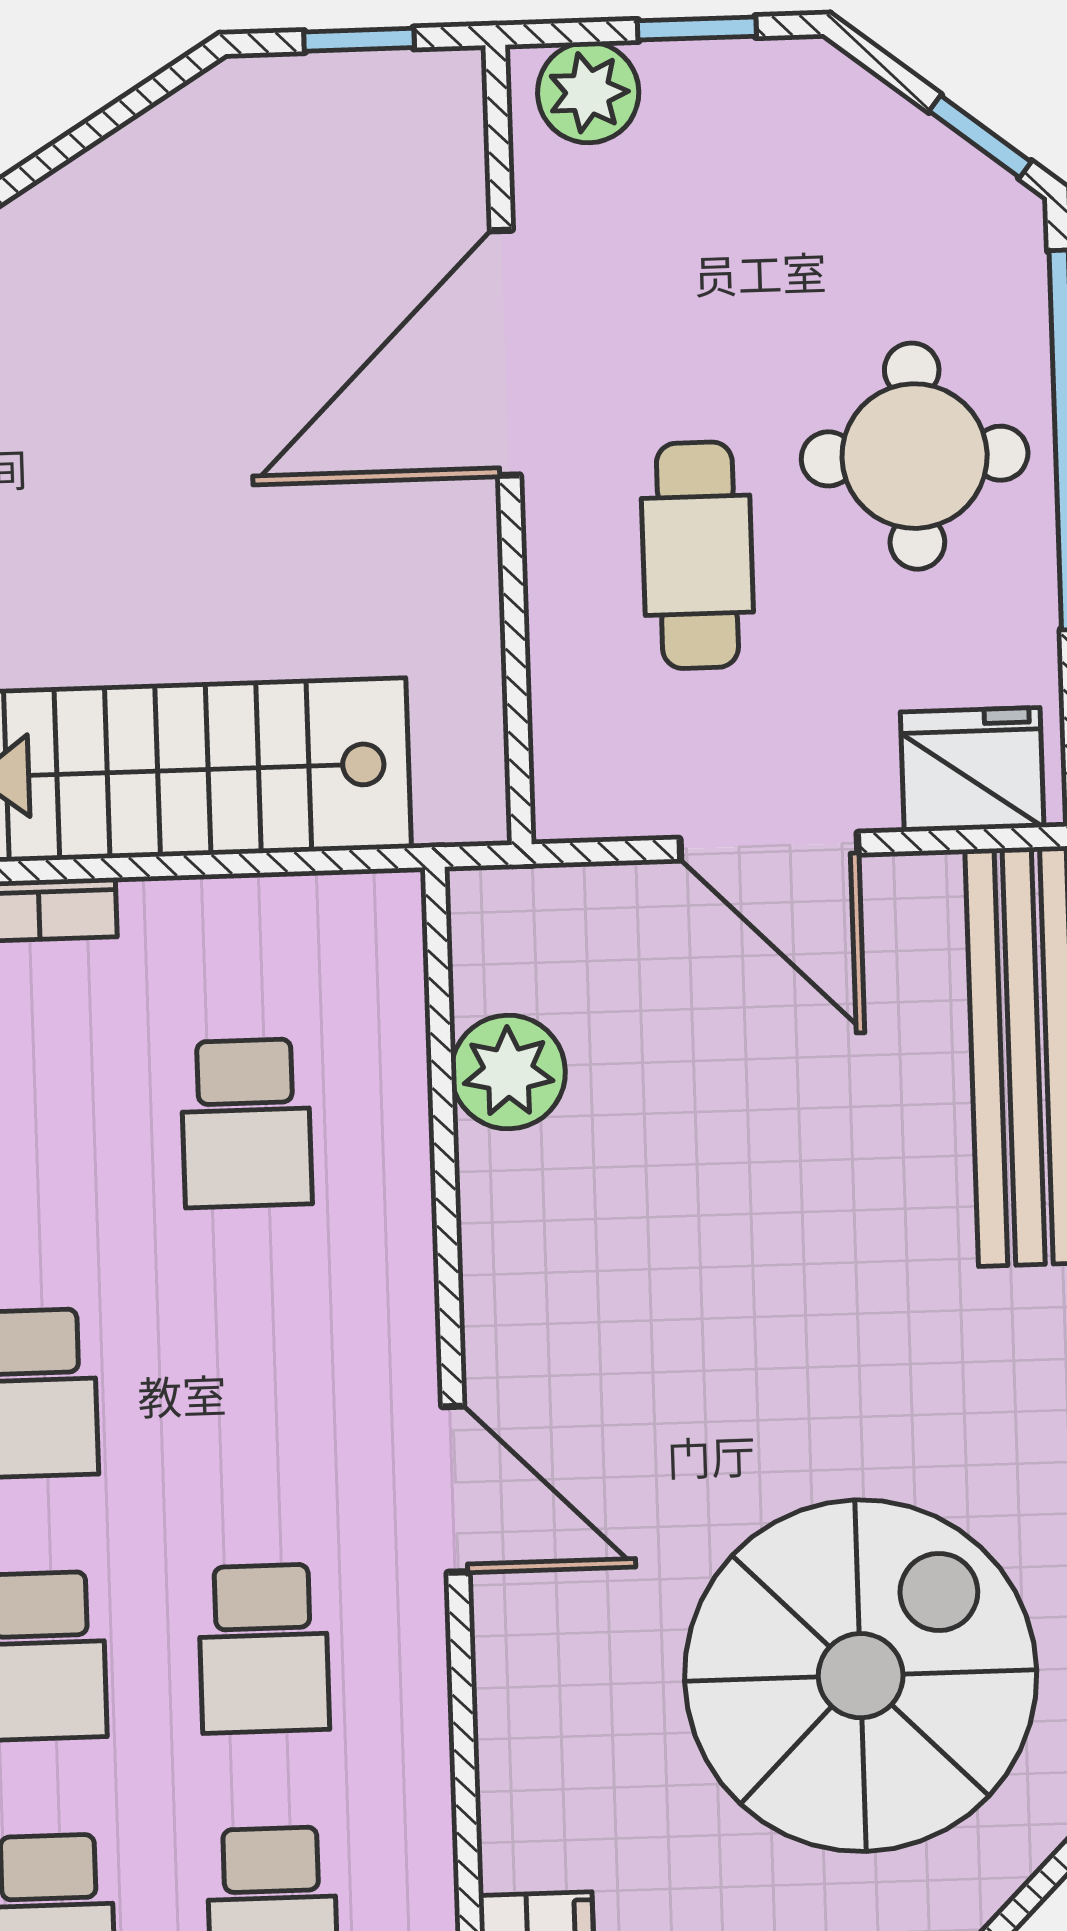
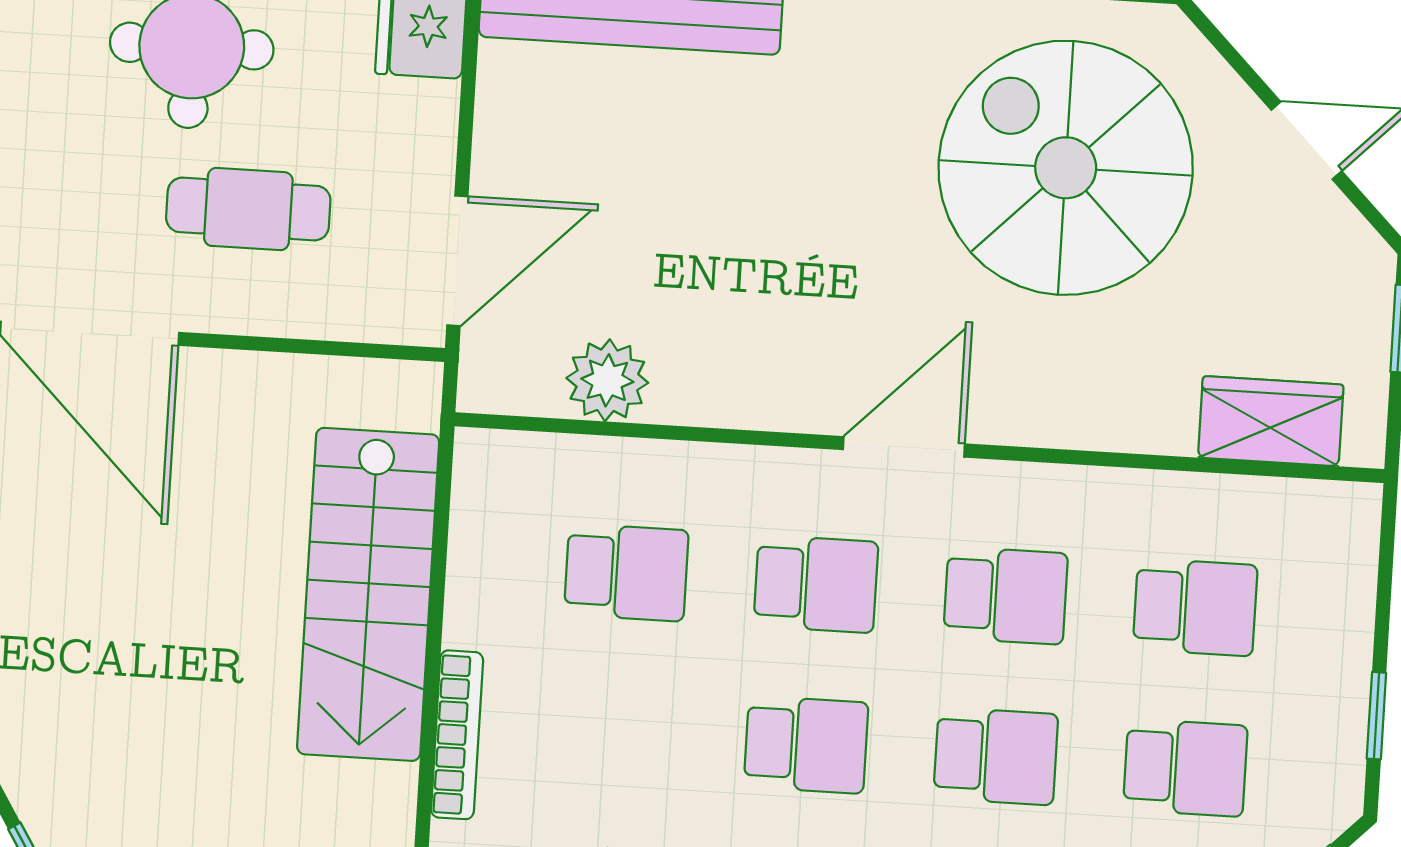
door: (769, 846) -> (457, 261), moved
school desk: (255, 1386) -> (816, 584), added

